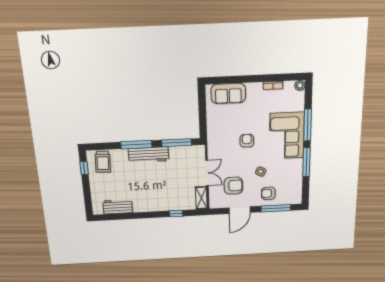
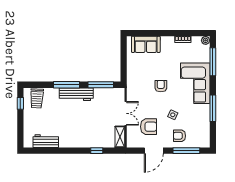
window: (307, 125) -> (213, 62), moved

